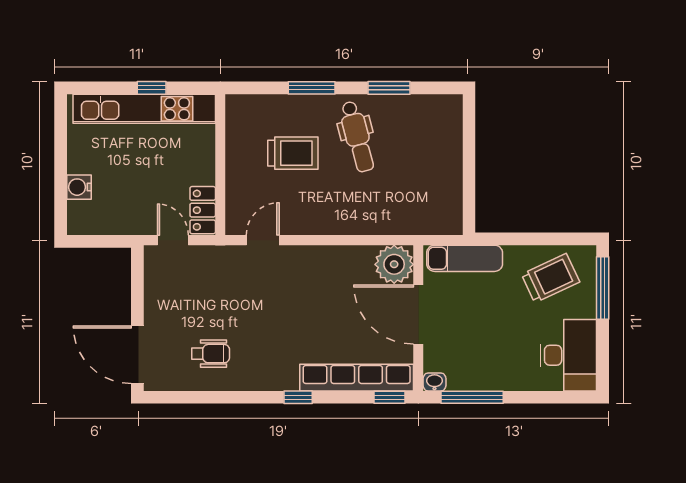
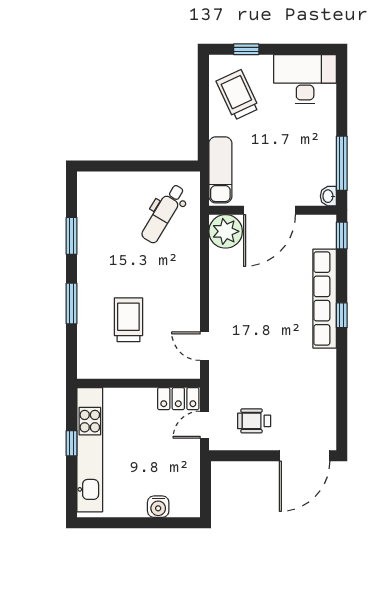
dental chair: (357, 137) -> (163, 214), moved, turned 136
window: (603, 288) -> (246, 49), width x0.46
wheelchair: (210, 354) -> (254, 421), moved, turned -90
row of seats: (357, 378) -> (325, 299), moved

